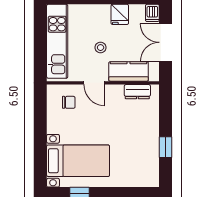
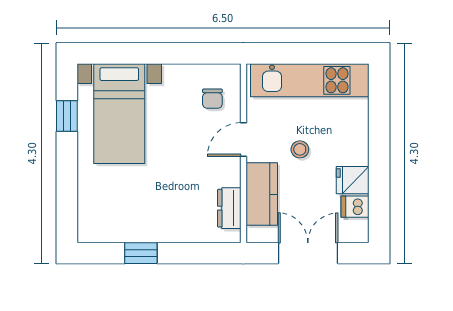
dishwasher: (152, 13) -> (355, 207), moved

